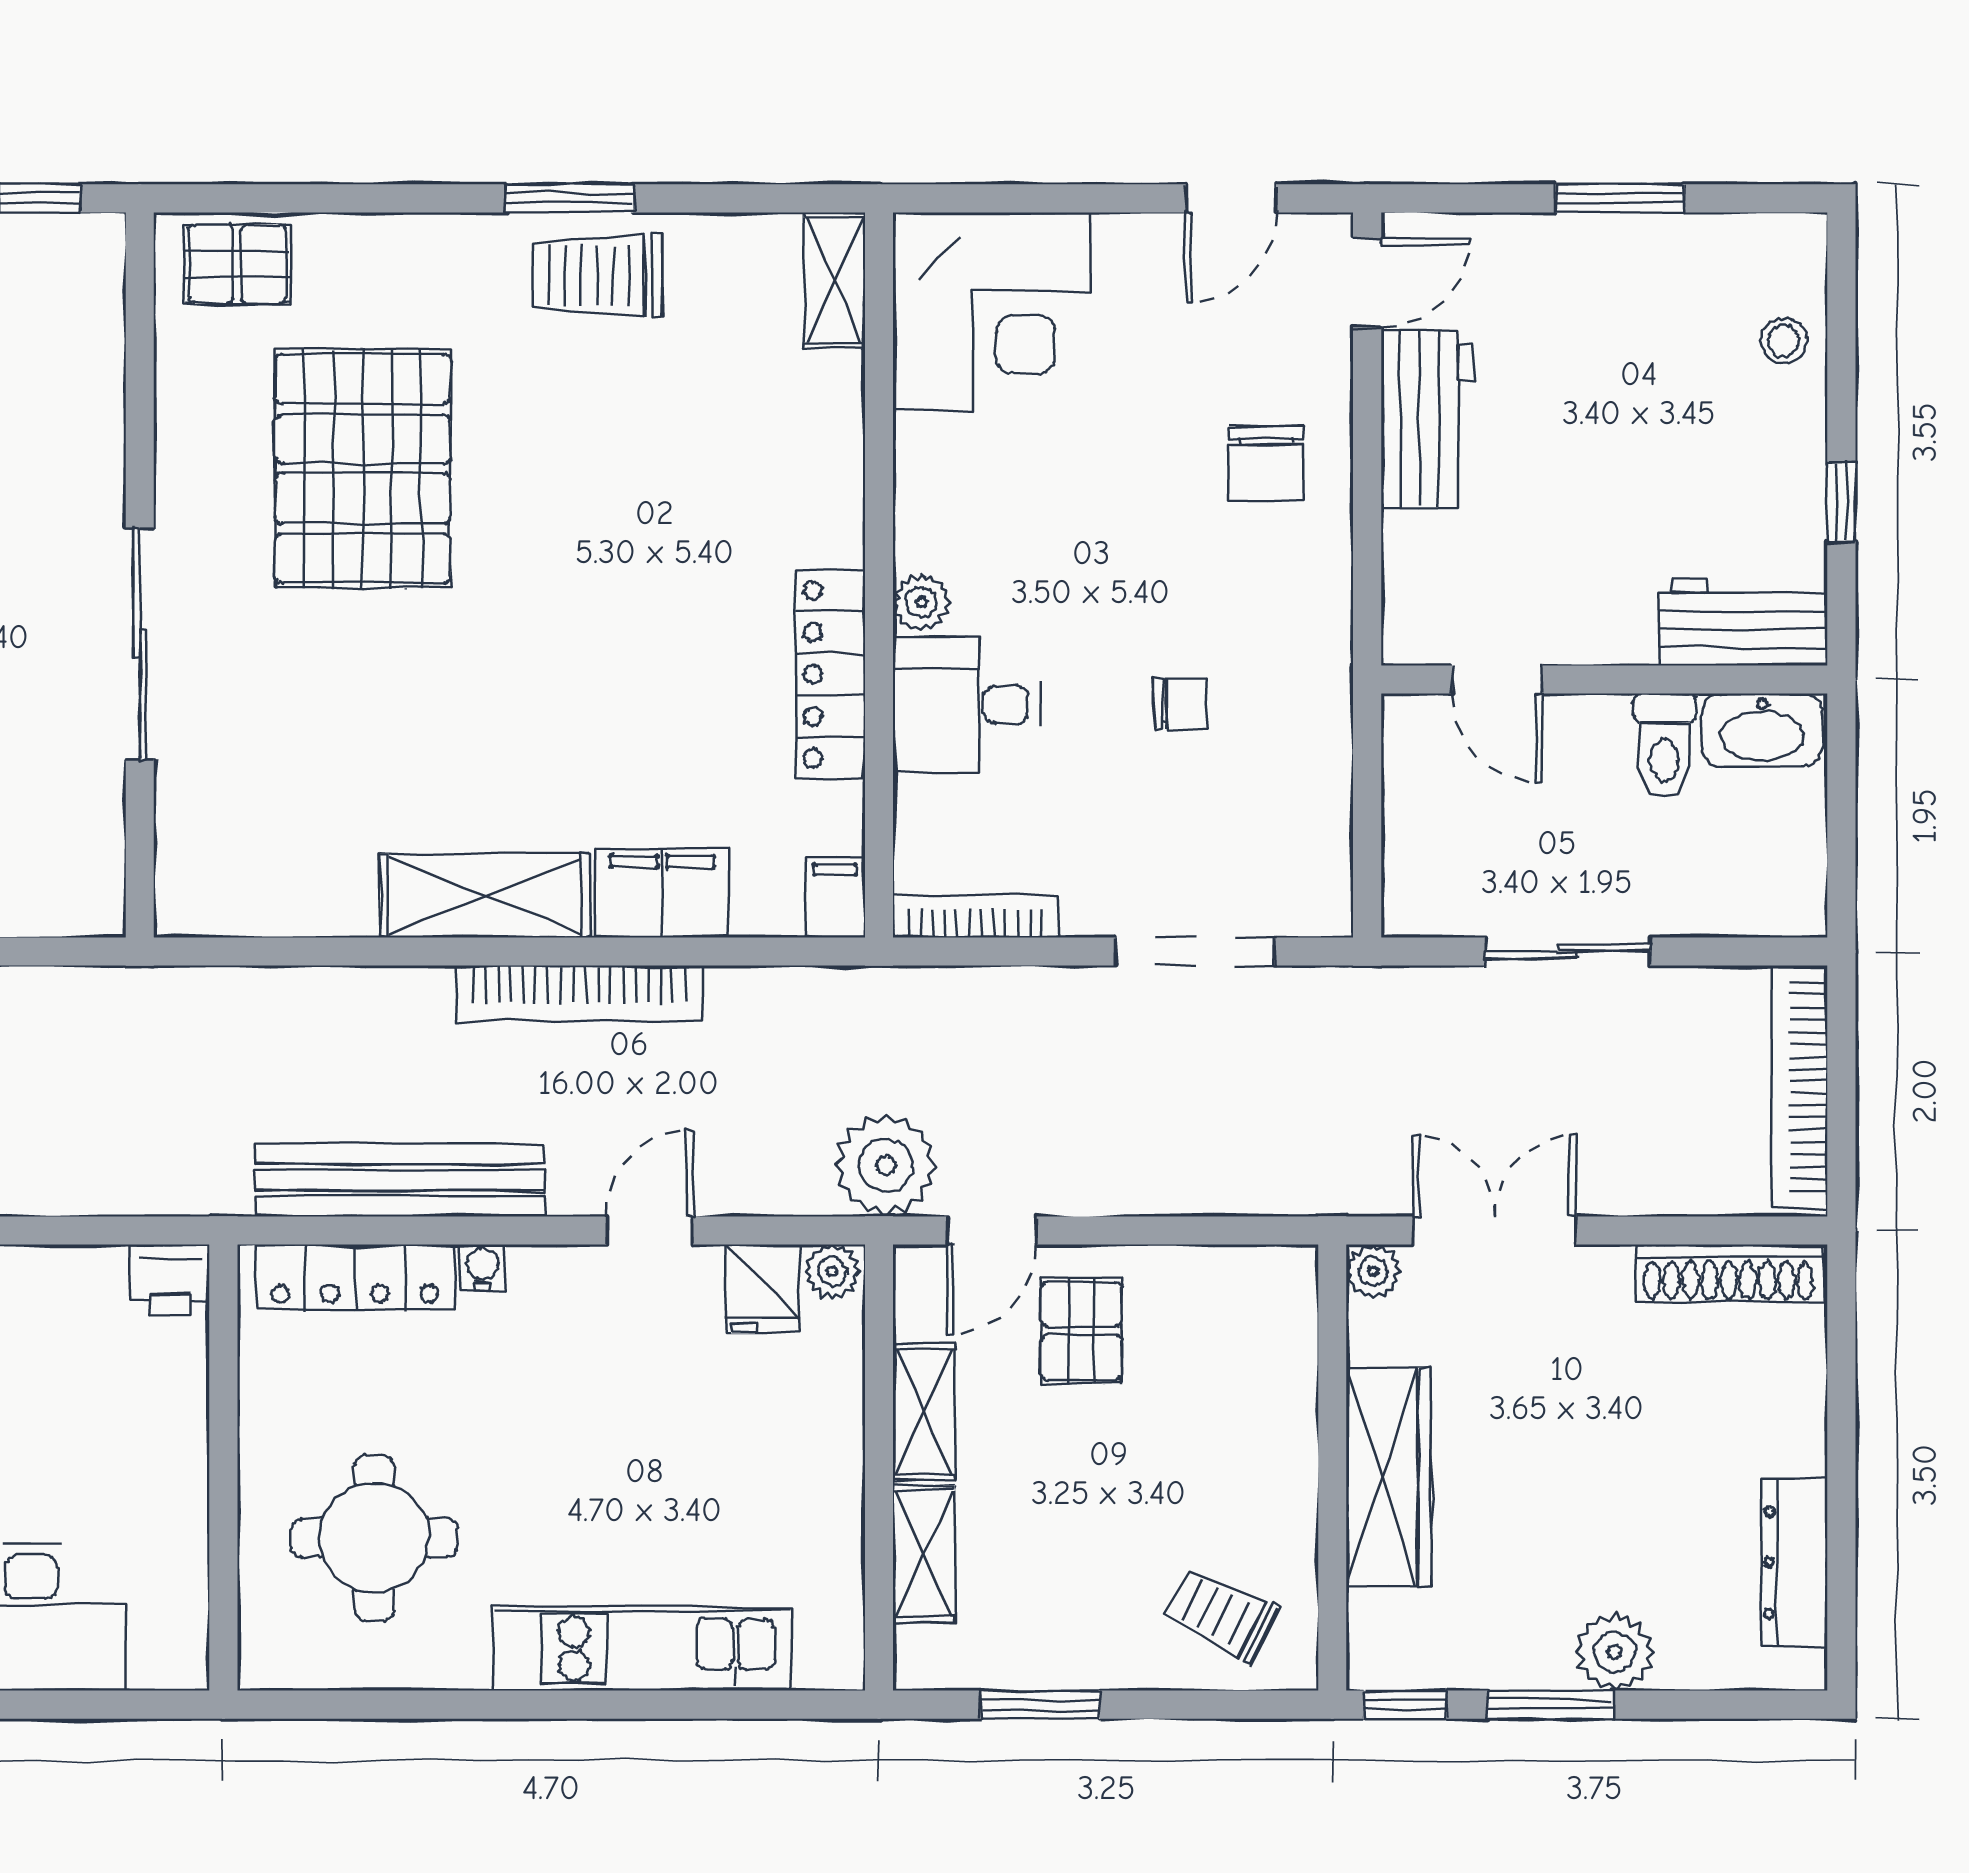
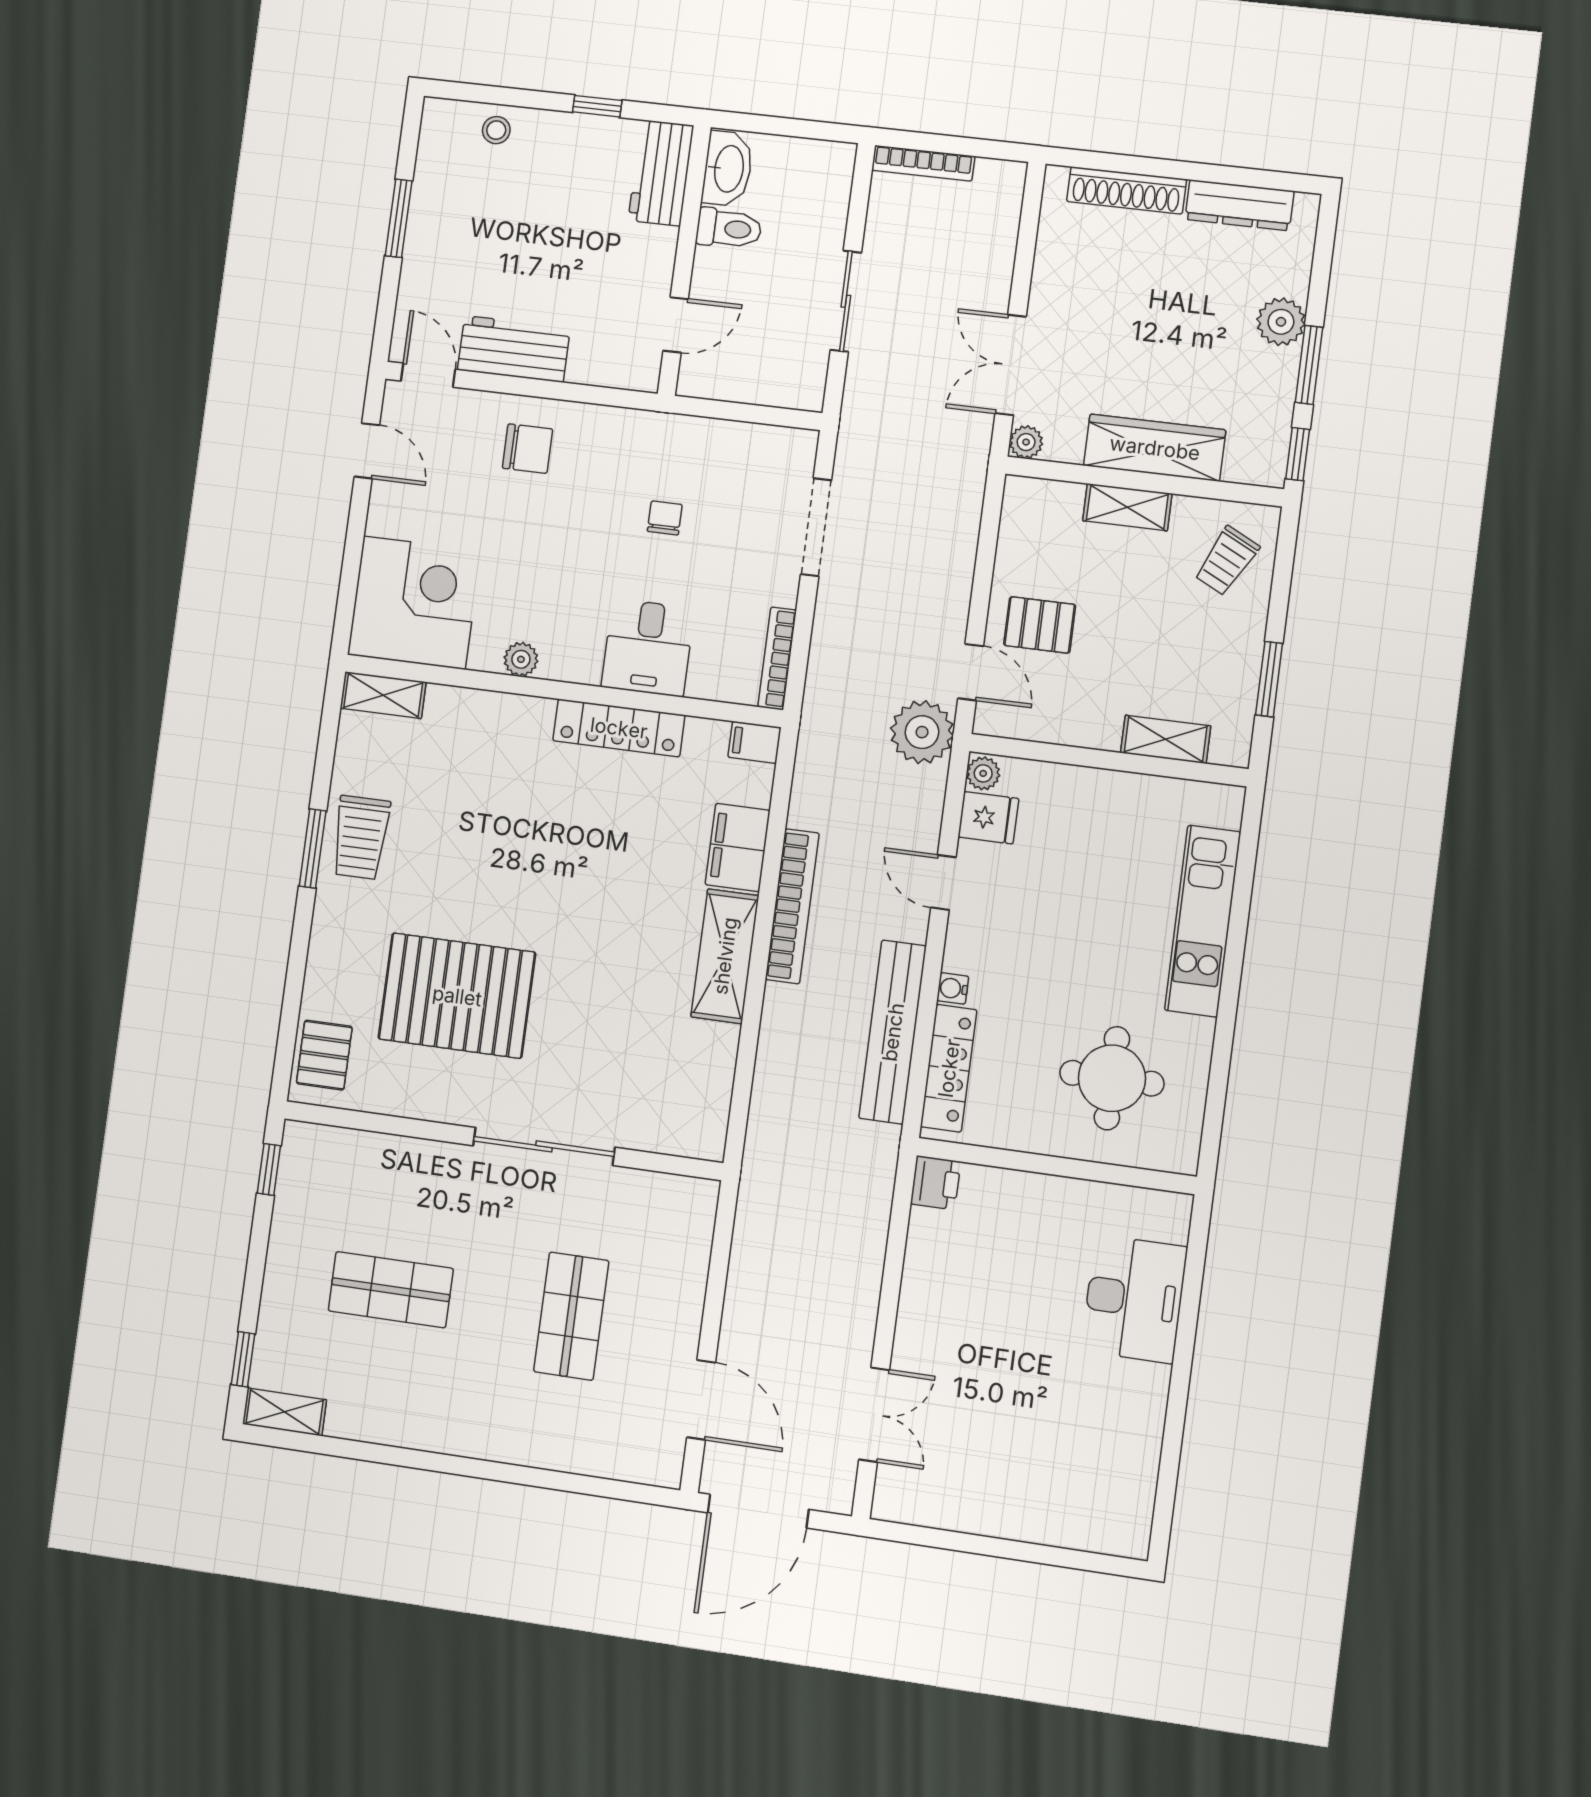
plant: (921, 602) -> (521, 659), moved
bookcase: (1800, 1087) -> (923, 163), width x0.68, depth x0.76
shoe rack: (1729, 1273) -> (1127, 190), moved, turned 90
shelving: (924, 1412) -> (1127, 507), moved

